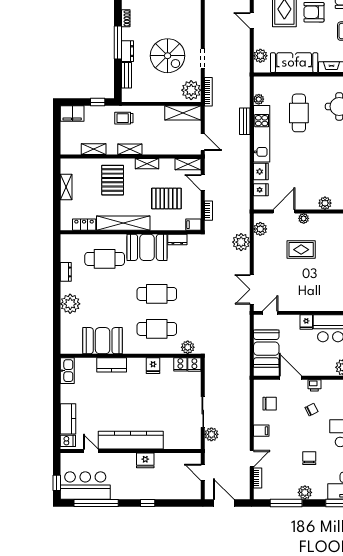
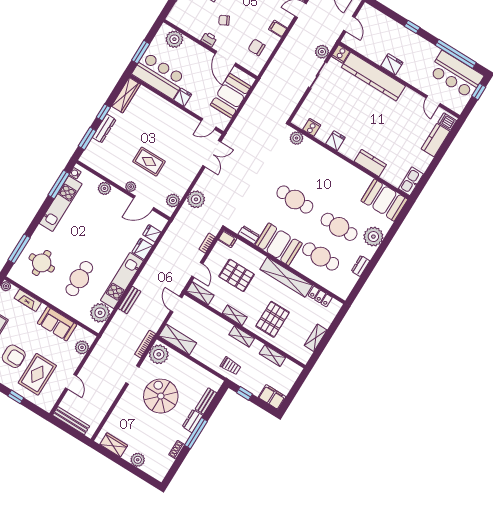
sofa: (294, 63) -> (57, 324), width x0.73
plant: (259, 99) -> (100, 313), width x1.88, depth x1.88
cafe table: (157, 329) -> (339, 227), moved
booth: (103, 341) -> (384, 200), moved
cooker: (194, 364) -> (341, 54), moved, turned 180
kitchen counter: (131, 440) -> (373, 77), moved

